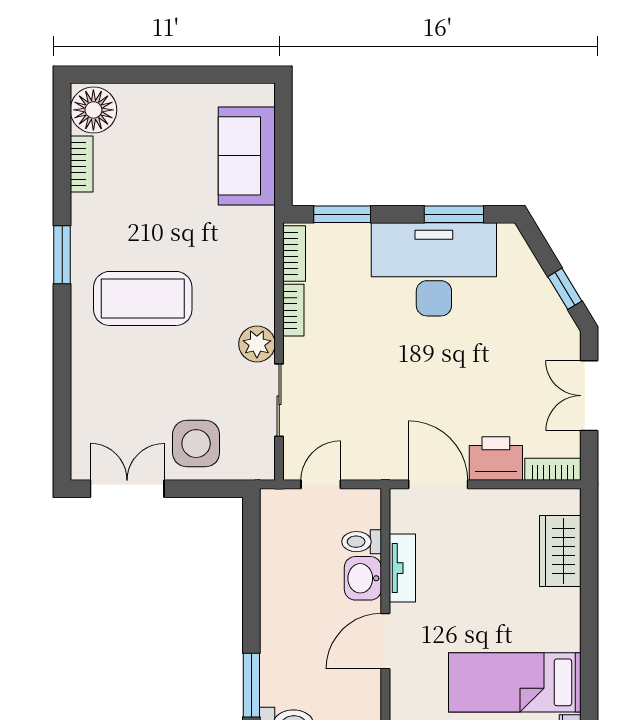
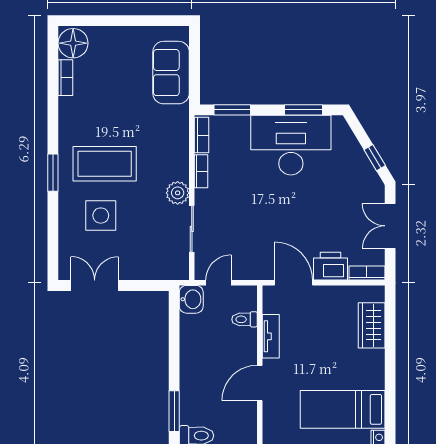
window: (62, 255) -> (53, 173), moved
side table: (196, 444) -> (101, 216), moved
washbasin: (363, 578) -> (191, 299), moved, turned 180

